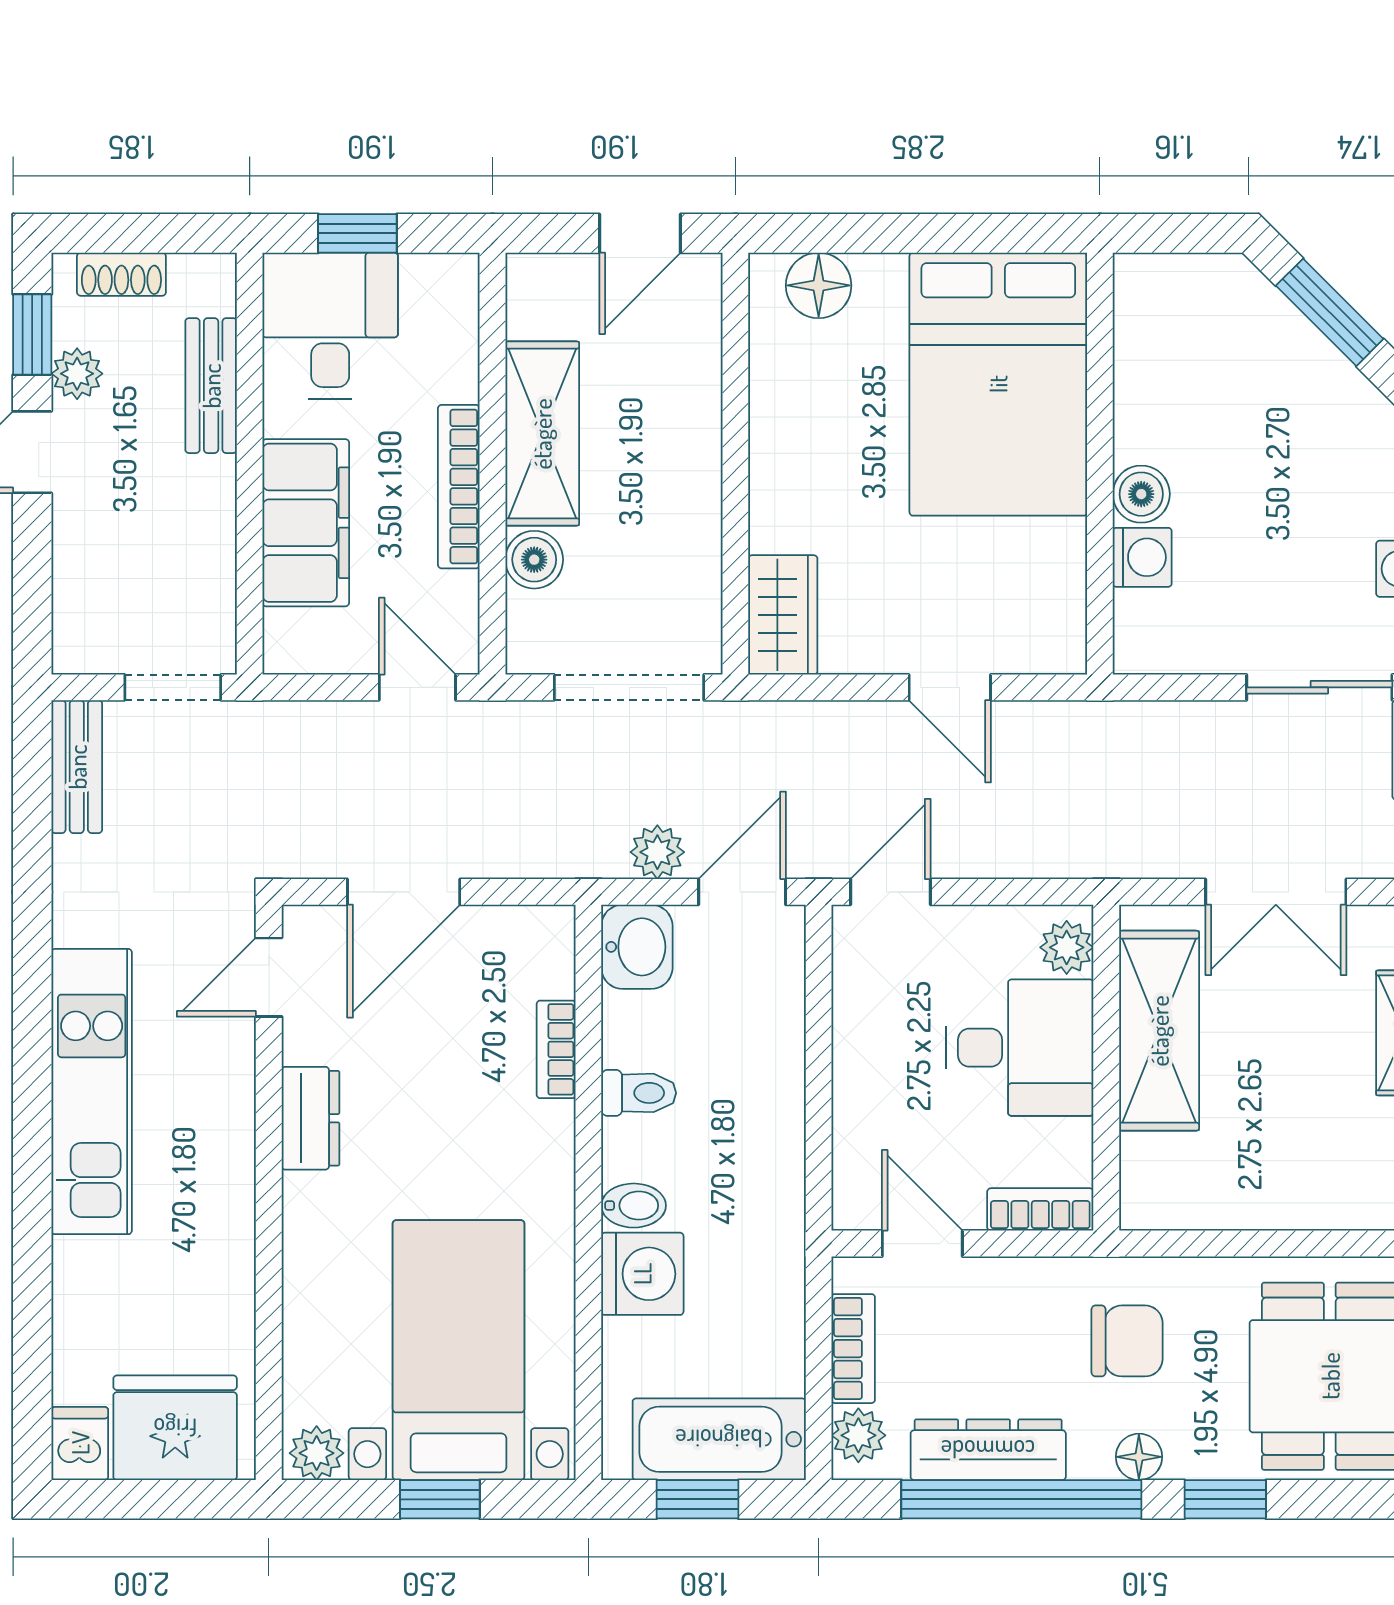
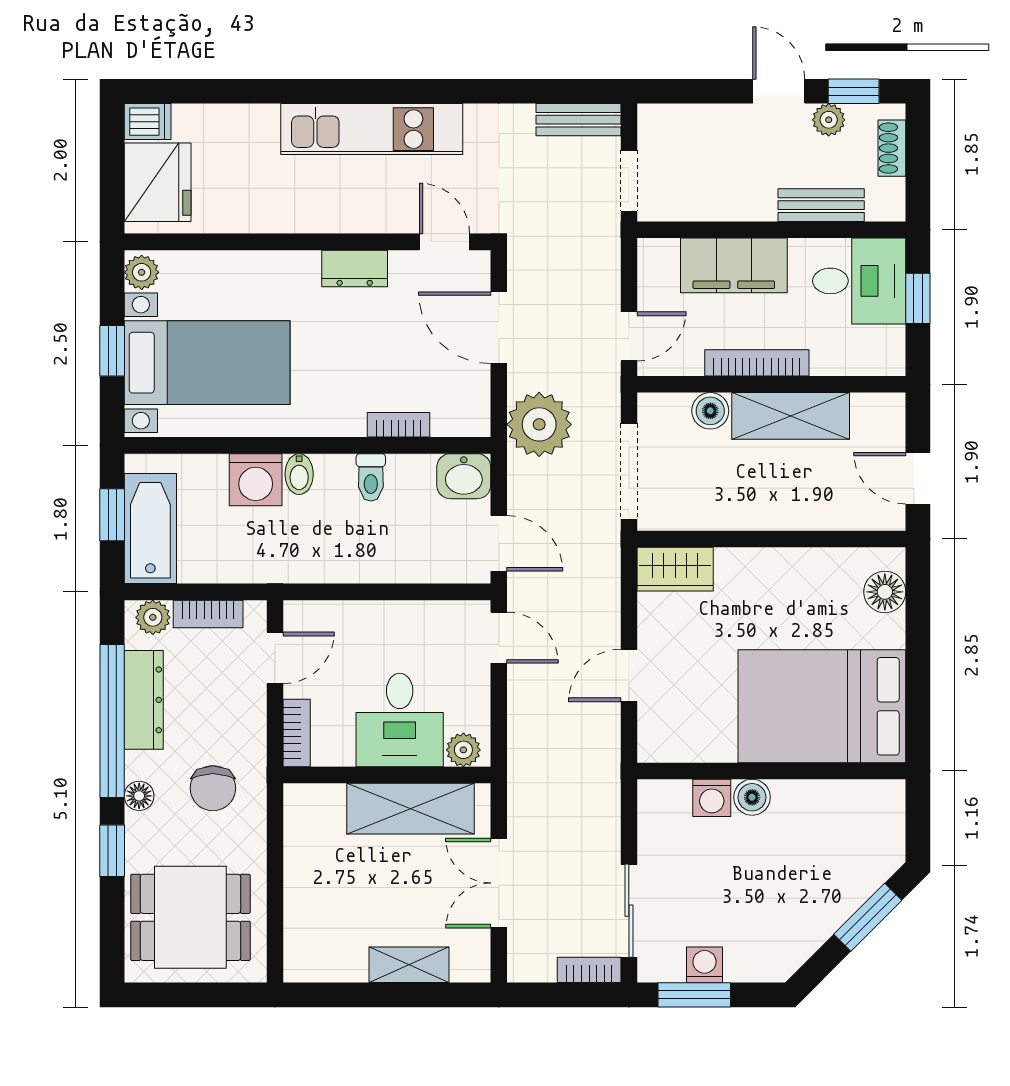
plant: (657, 852) -> (539, 424), moved, width x1.88, depth x1.88

